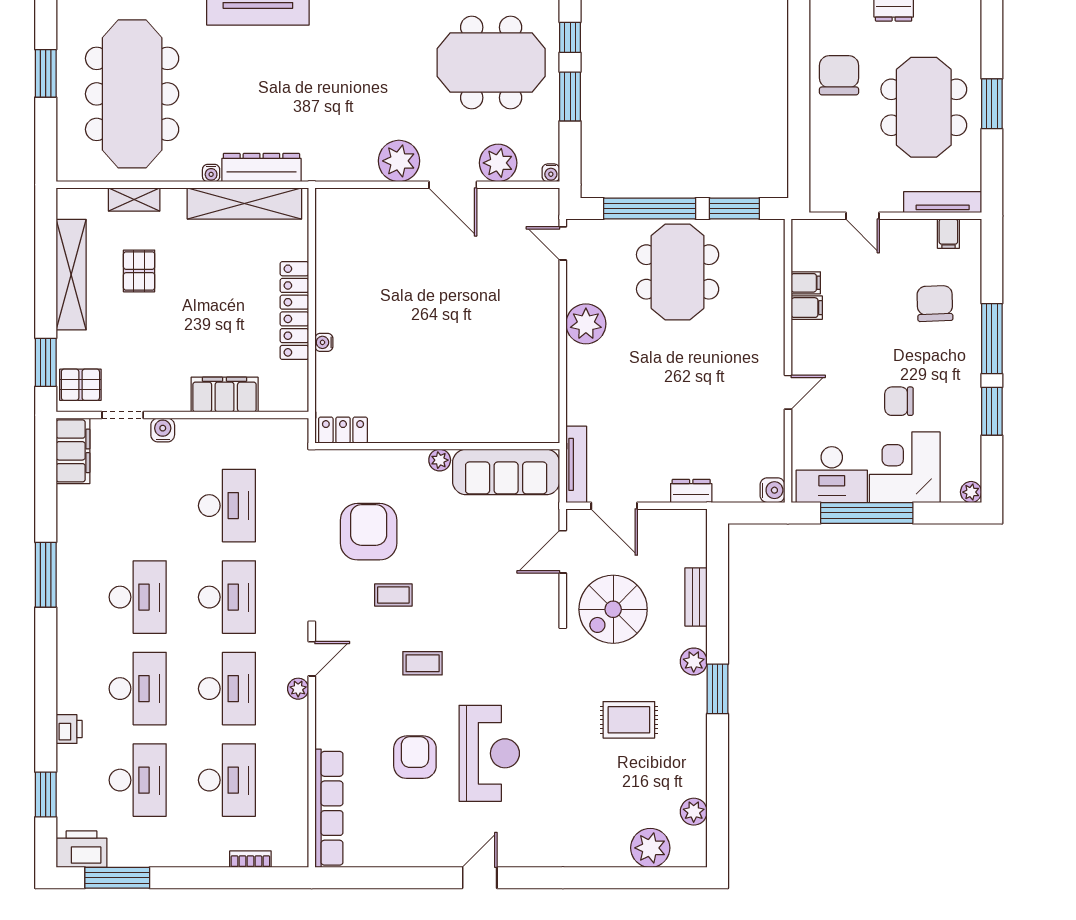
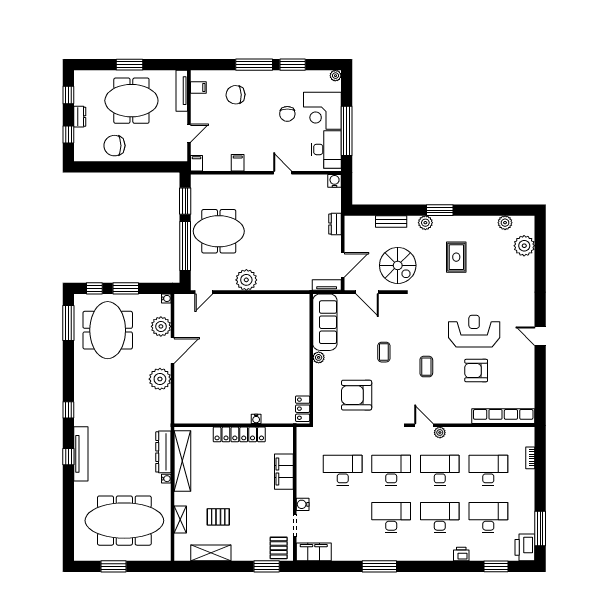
shelving: (71, 275) -> (211, 553), width x0.68
filing cabinet: (806, 283) -> (196, 163), moved
tv unit: (576, 464) -> (327, 285), width x0.71
coffee table: (393, 595) -> (384, 352), moved

